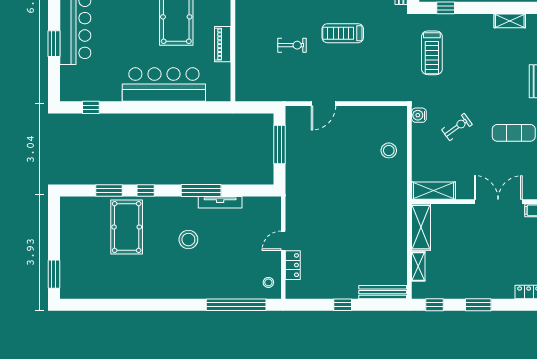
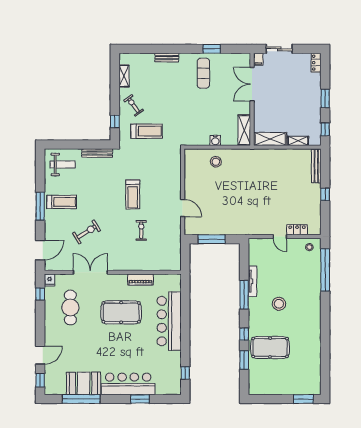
water cooler: (419, 115) -> (215, 140), moved
exercise bike: (457, 127) -> (134, 105), moved

